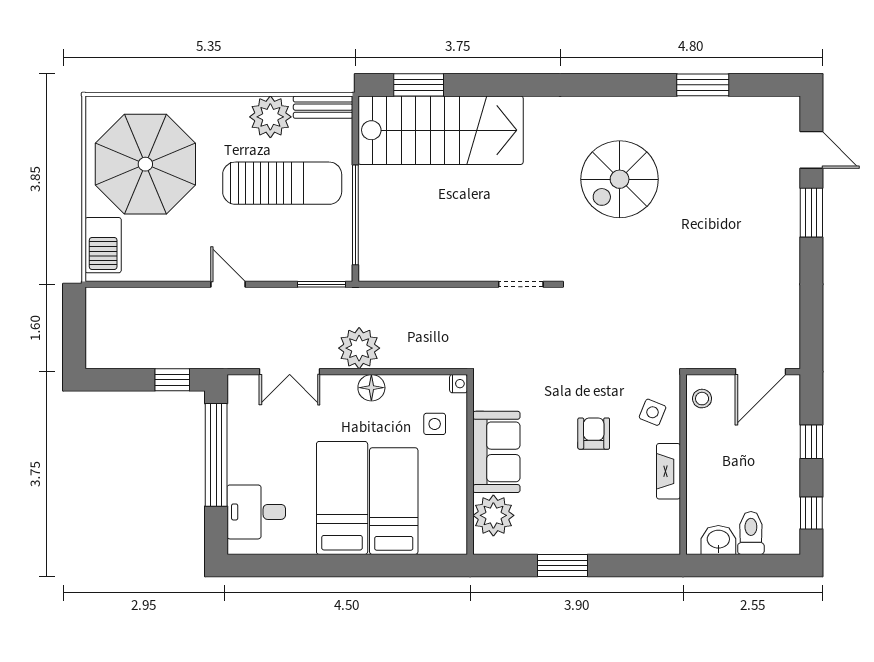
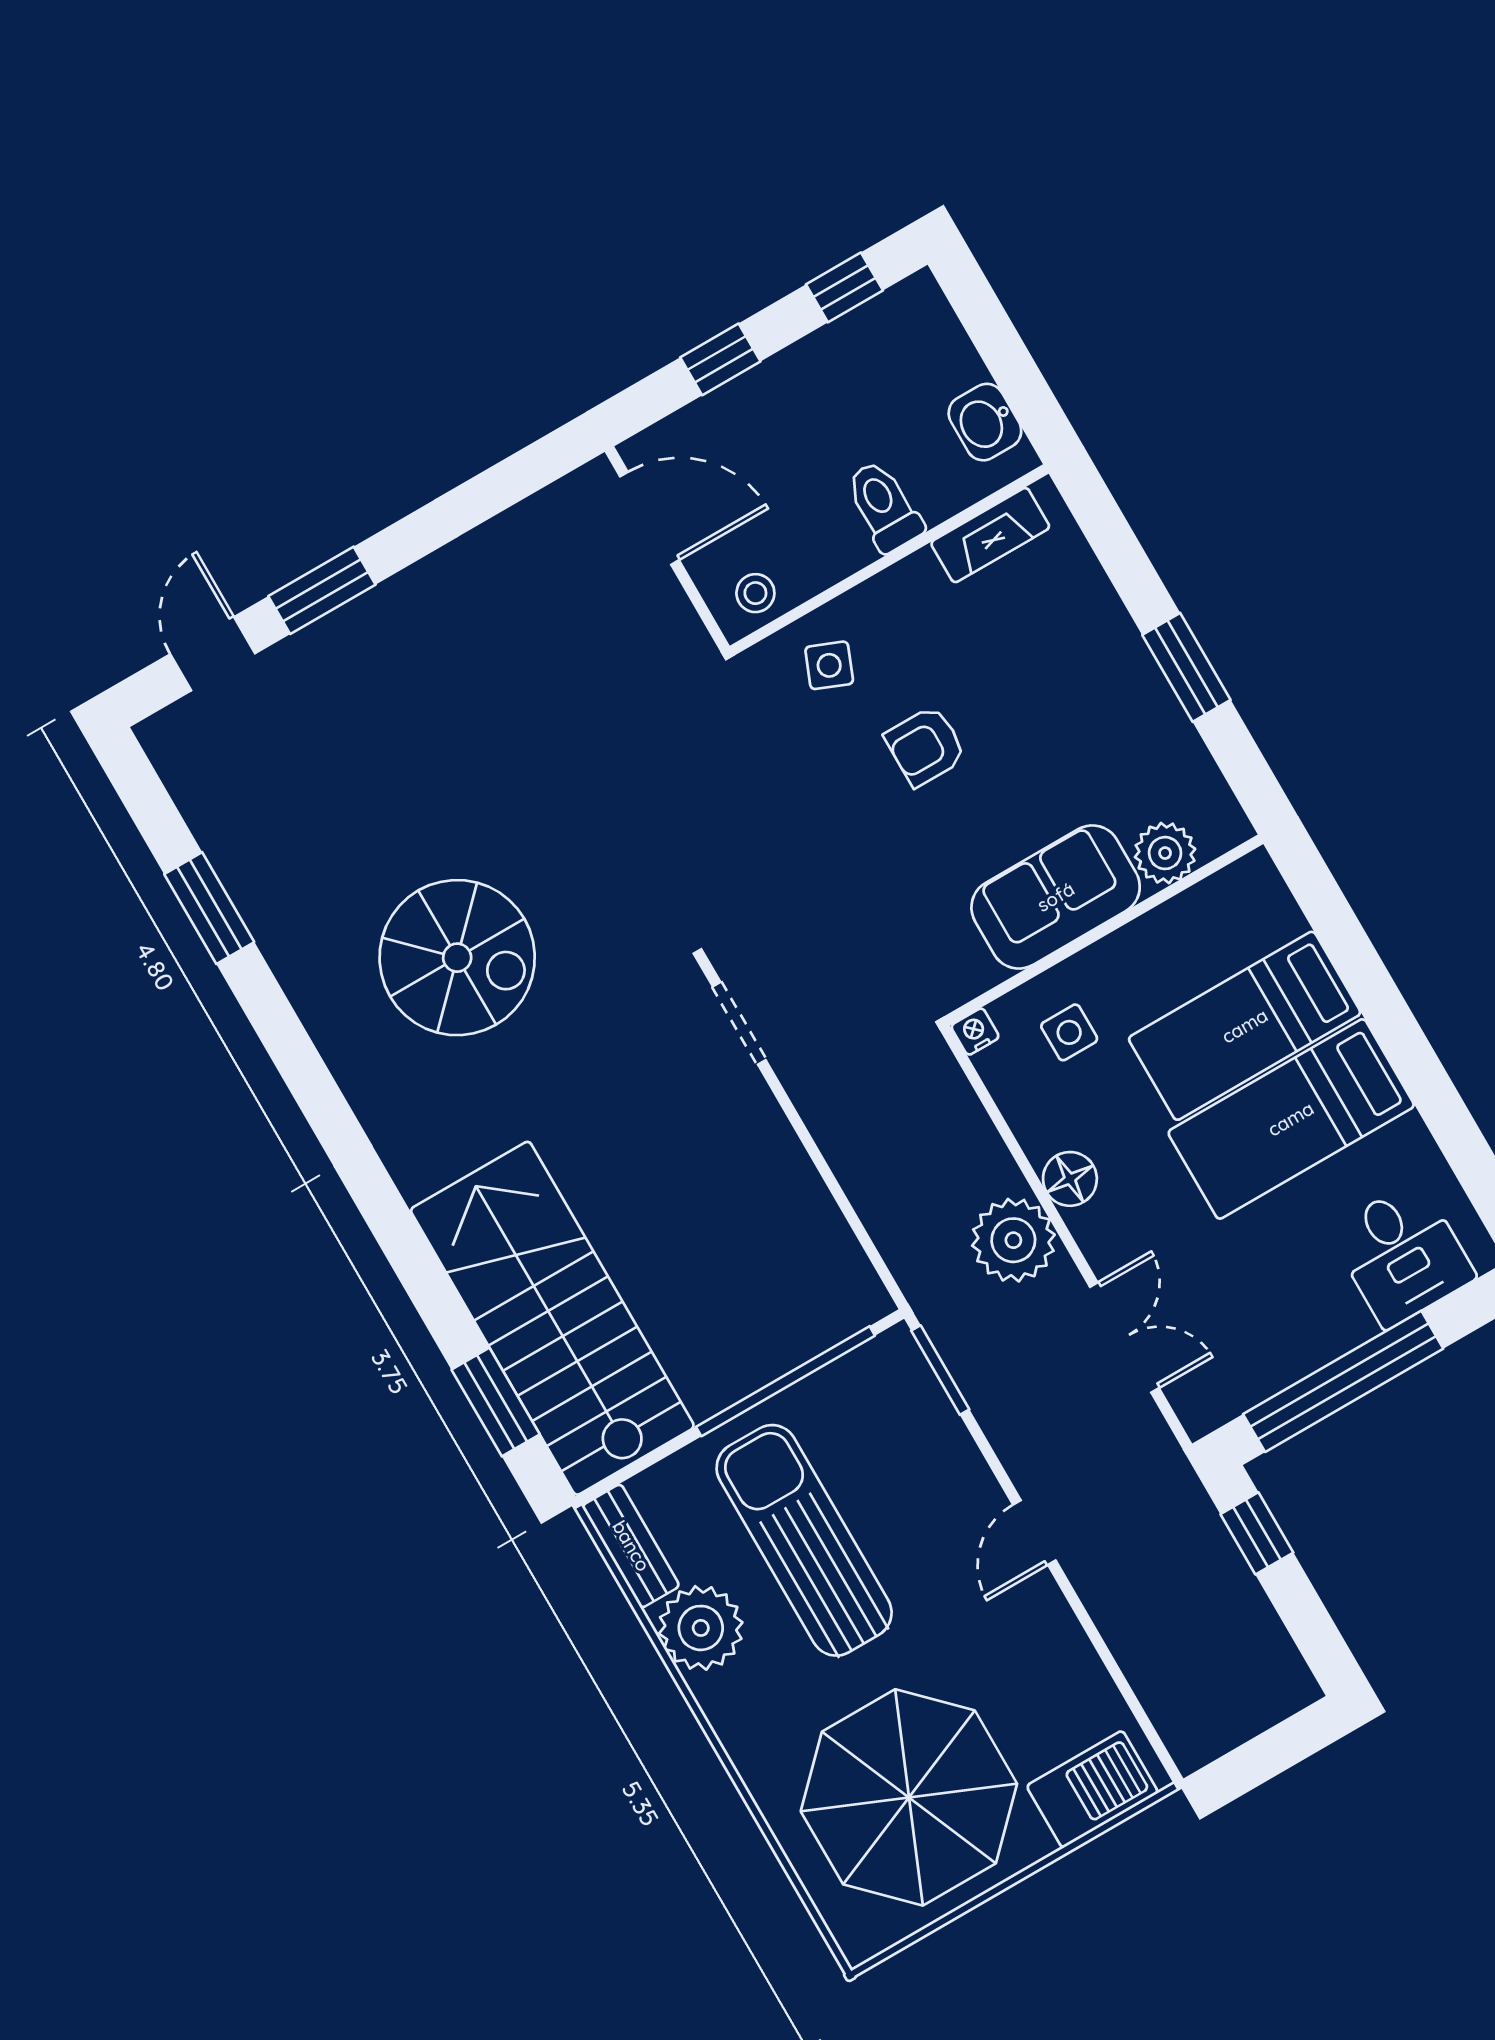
fireplace: (668, 471) -> (990, 535), moved
plant: (493, 515) -> (1165, 853), width x0.73, depth x0.73
toilet: (751, 533) -> (884, 506), moved, turned 90

